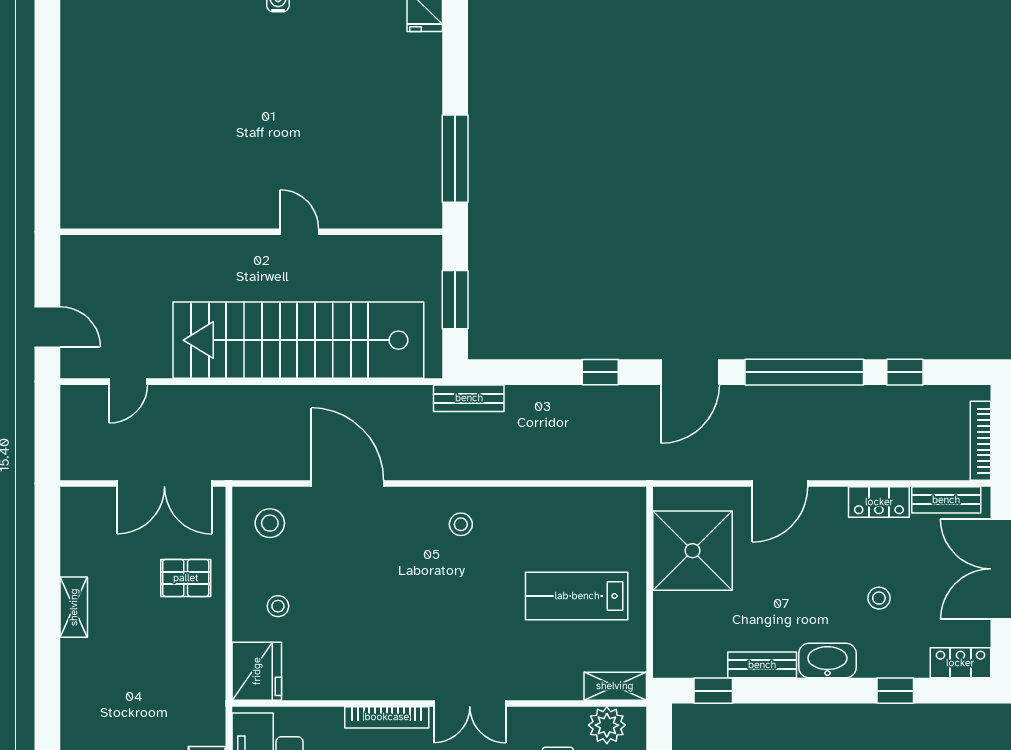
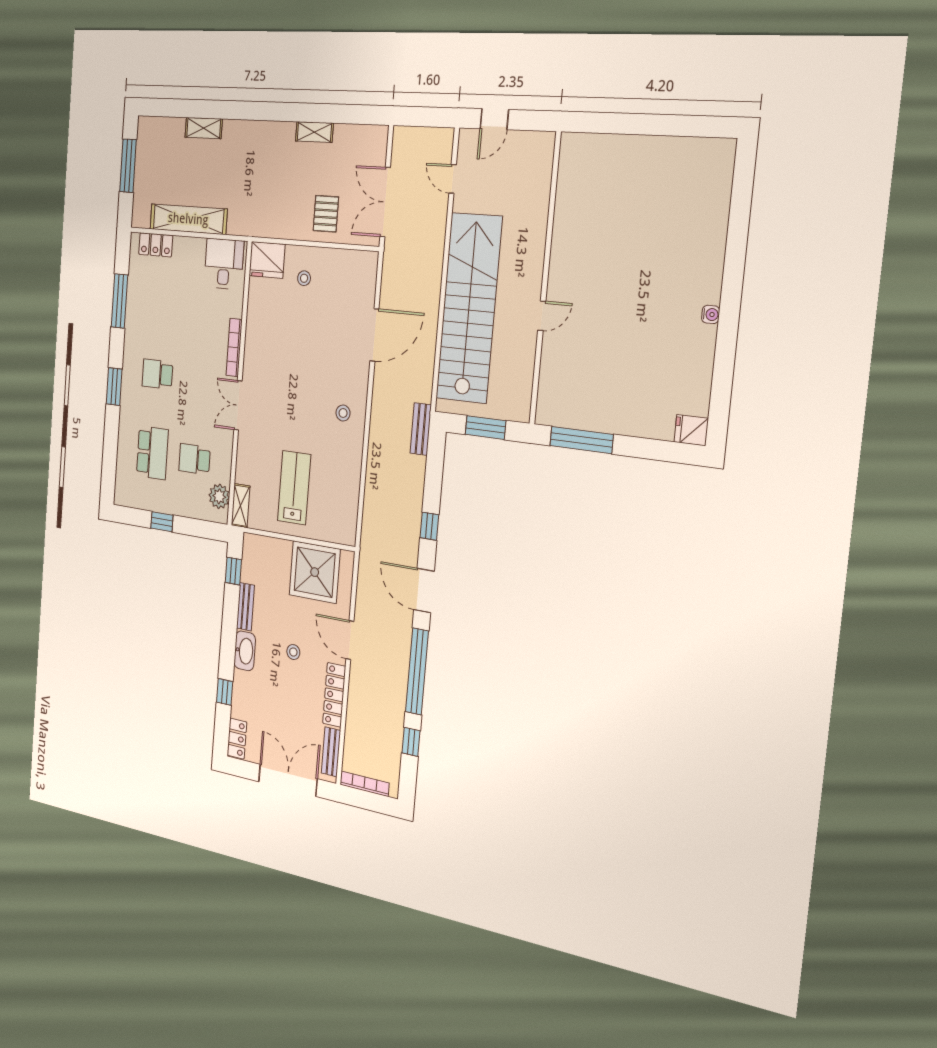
locker: (879, 502) -> (334, 695), width x1.53
stool: (270, 523) -> (354, 277), removed
stool: (879, 598) -> (293, 652), moved

